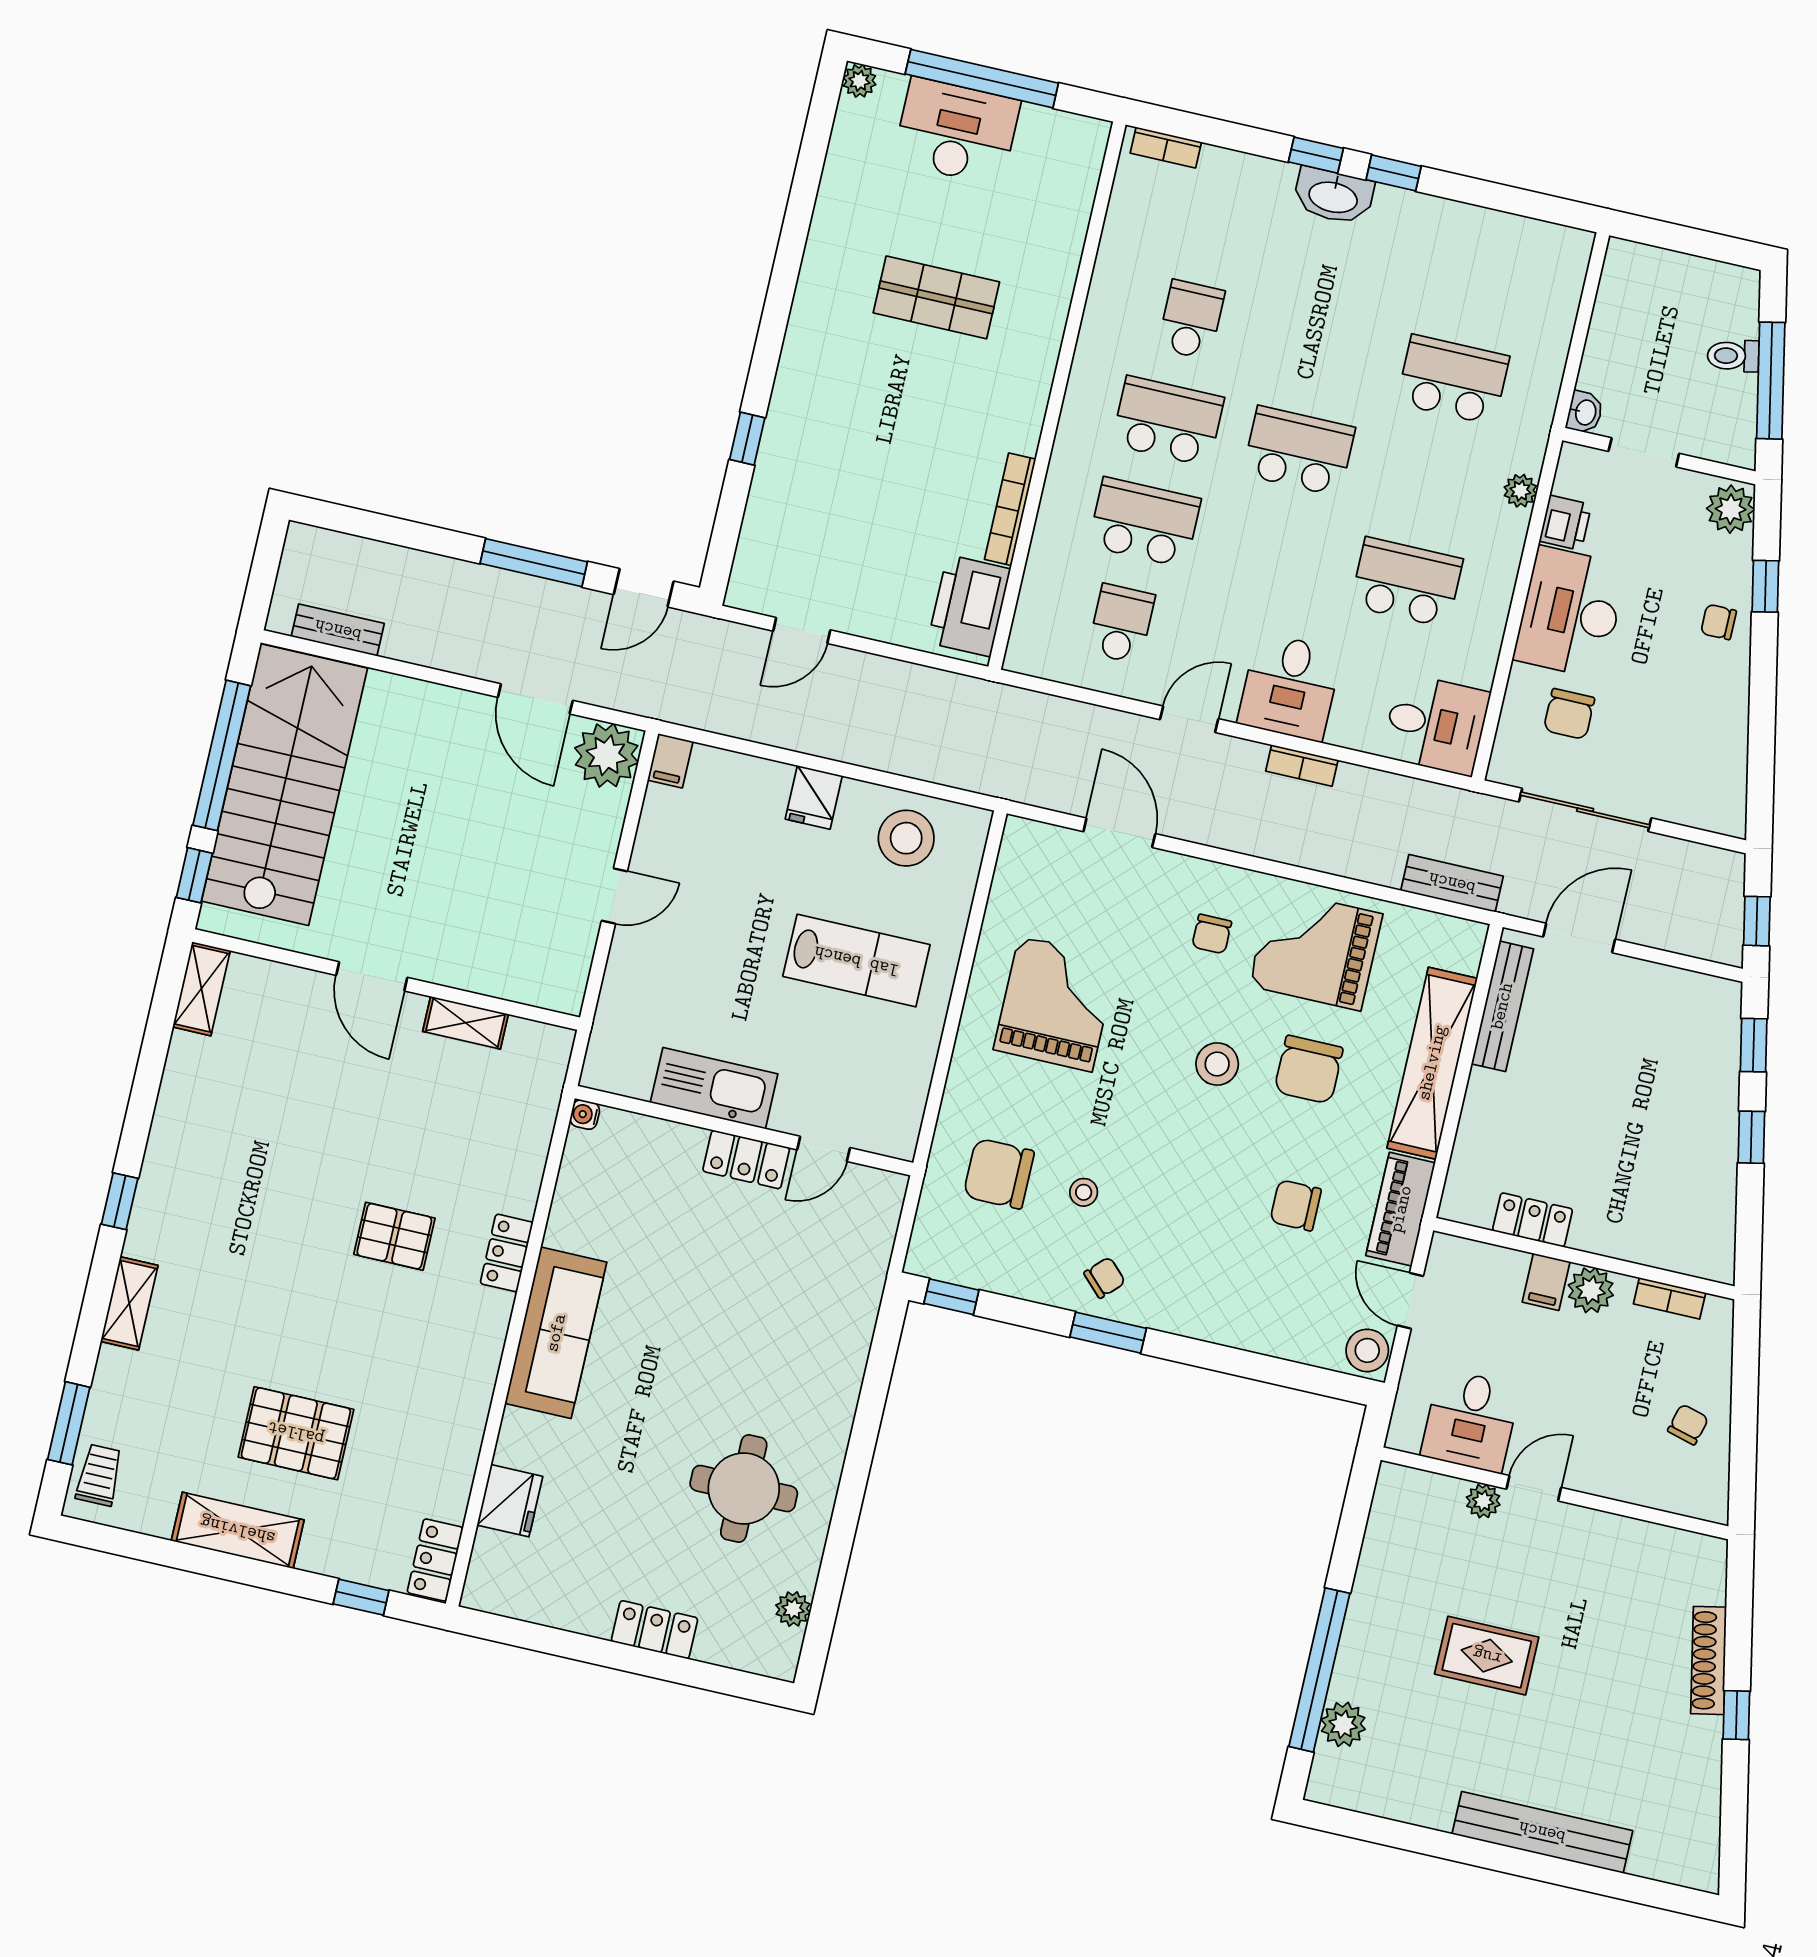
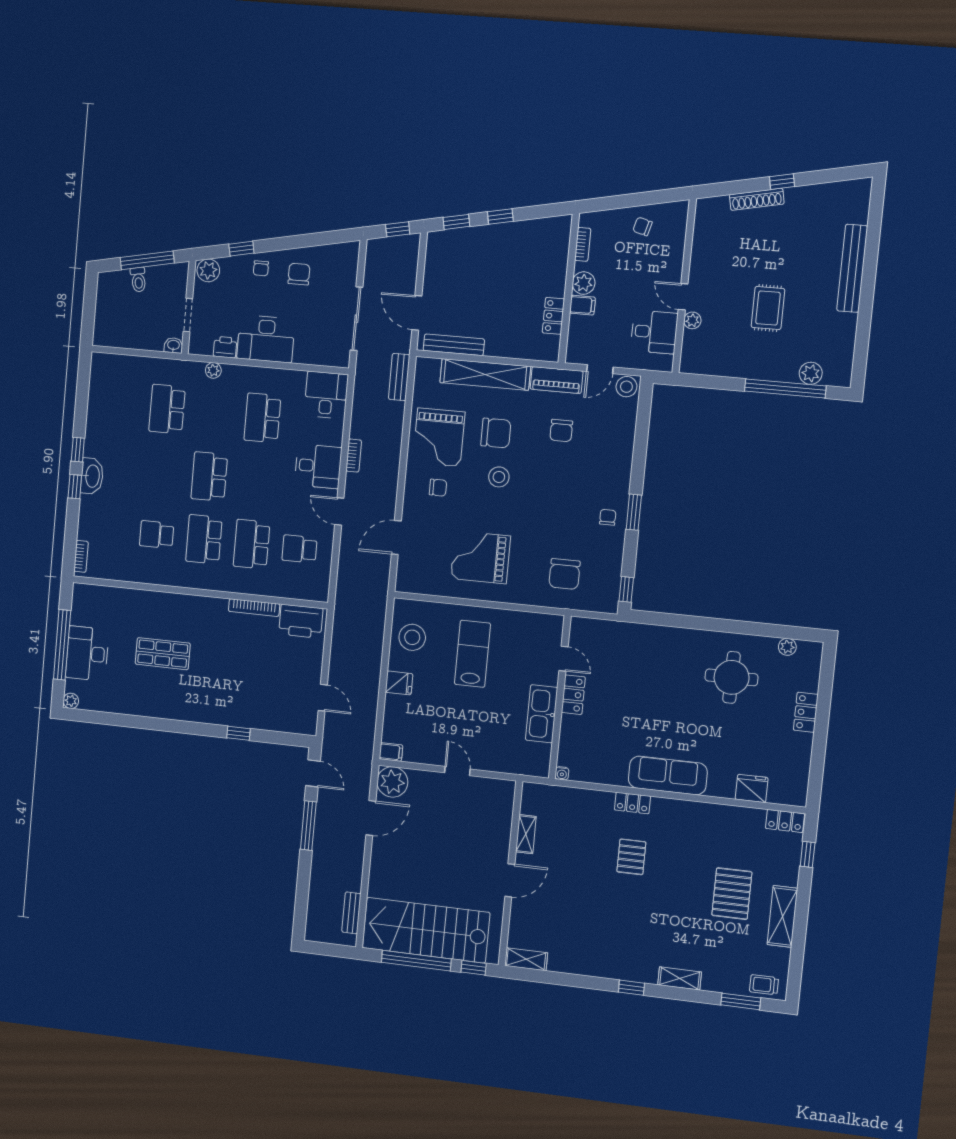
shop shelf: (936, 297) -> (163, 654), turned 90
chair: (1569, 714) -> (299, 274), moved, turned -90
stool: (1084, 1192) -> (568, 533), removed
chair: (1105, 1278) -> (608, 517), turned 45

